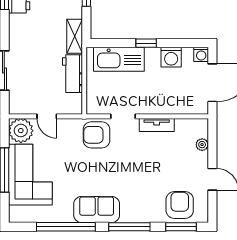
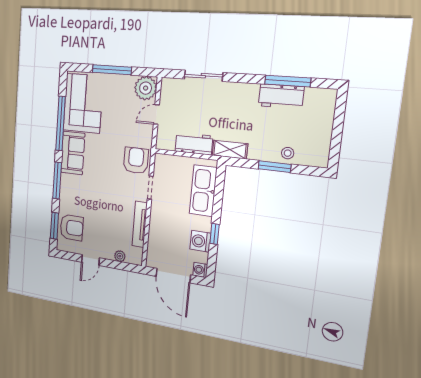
window: (146, 43) -> (215, 234), moved
tv unit: (157, 125) -> (140, 224), width x1.41
corner sofa: (30, 175) -> (83, 103), moved, turned -90

